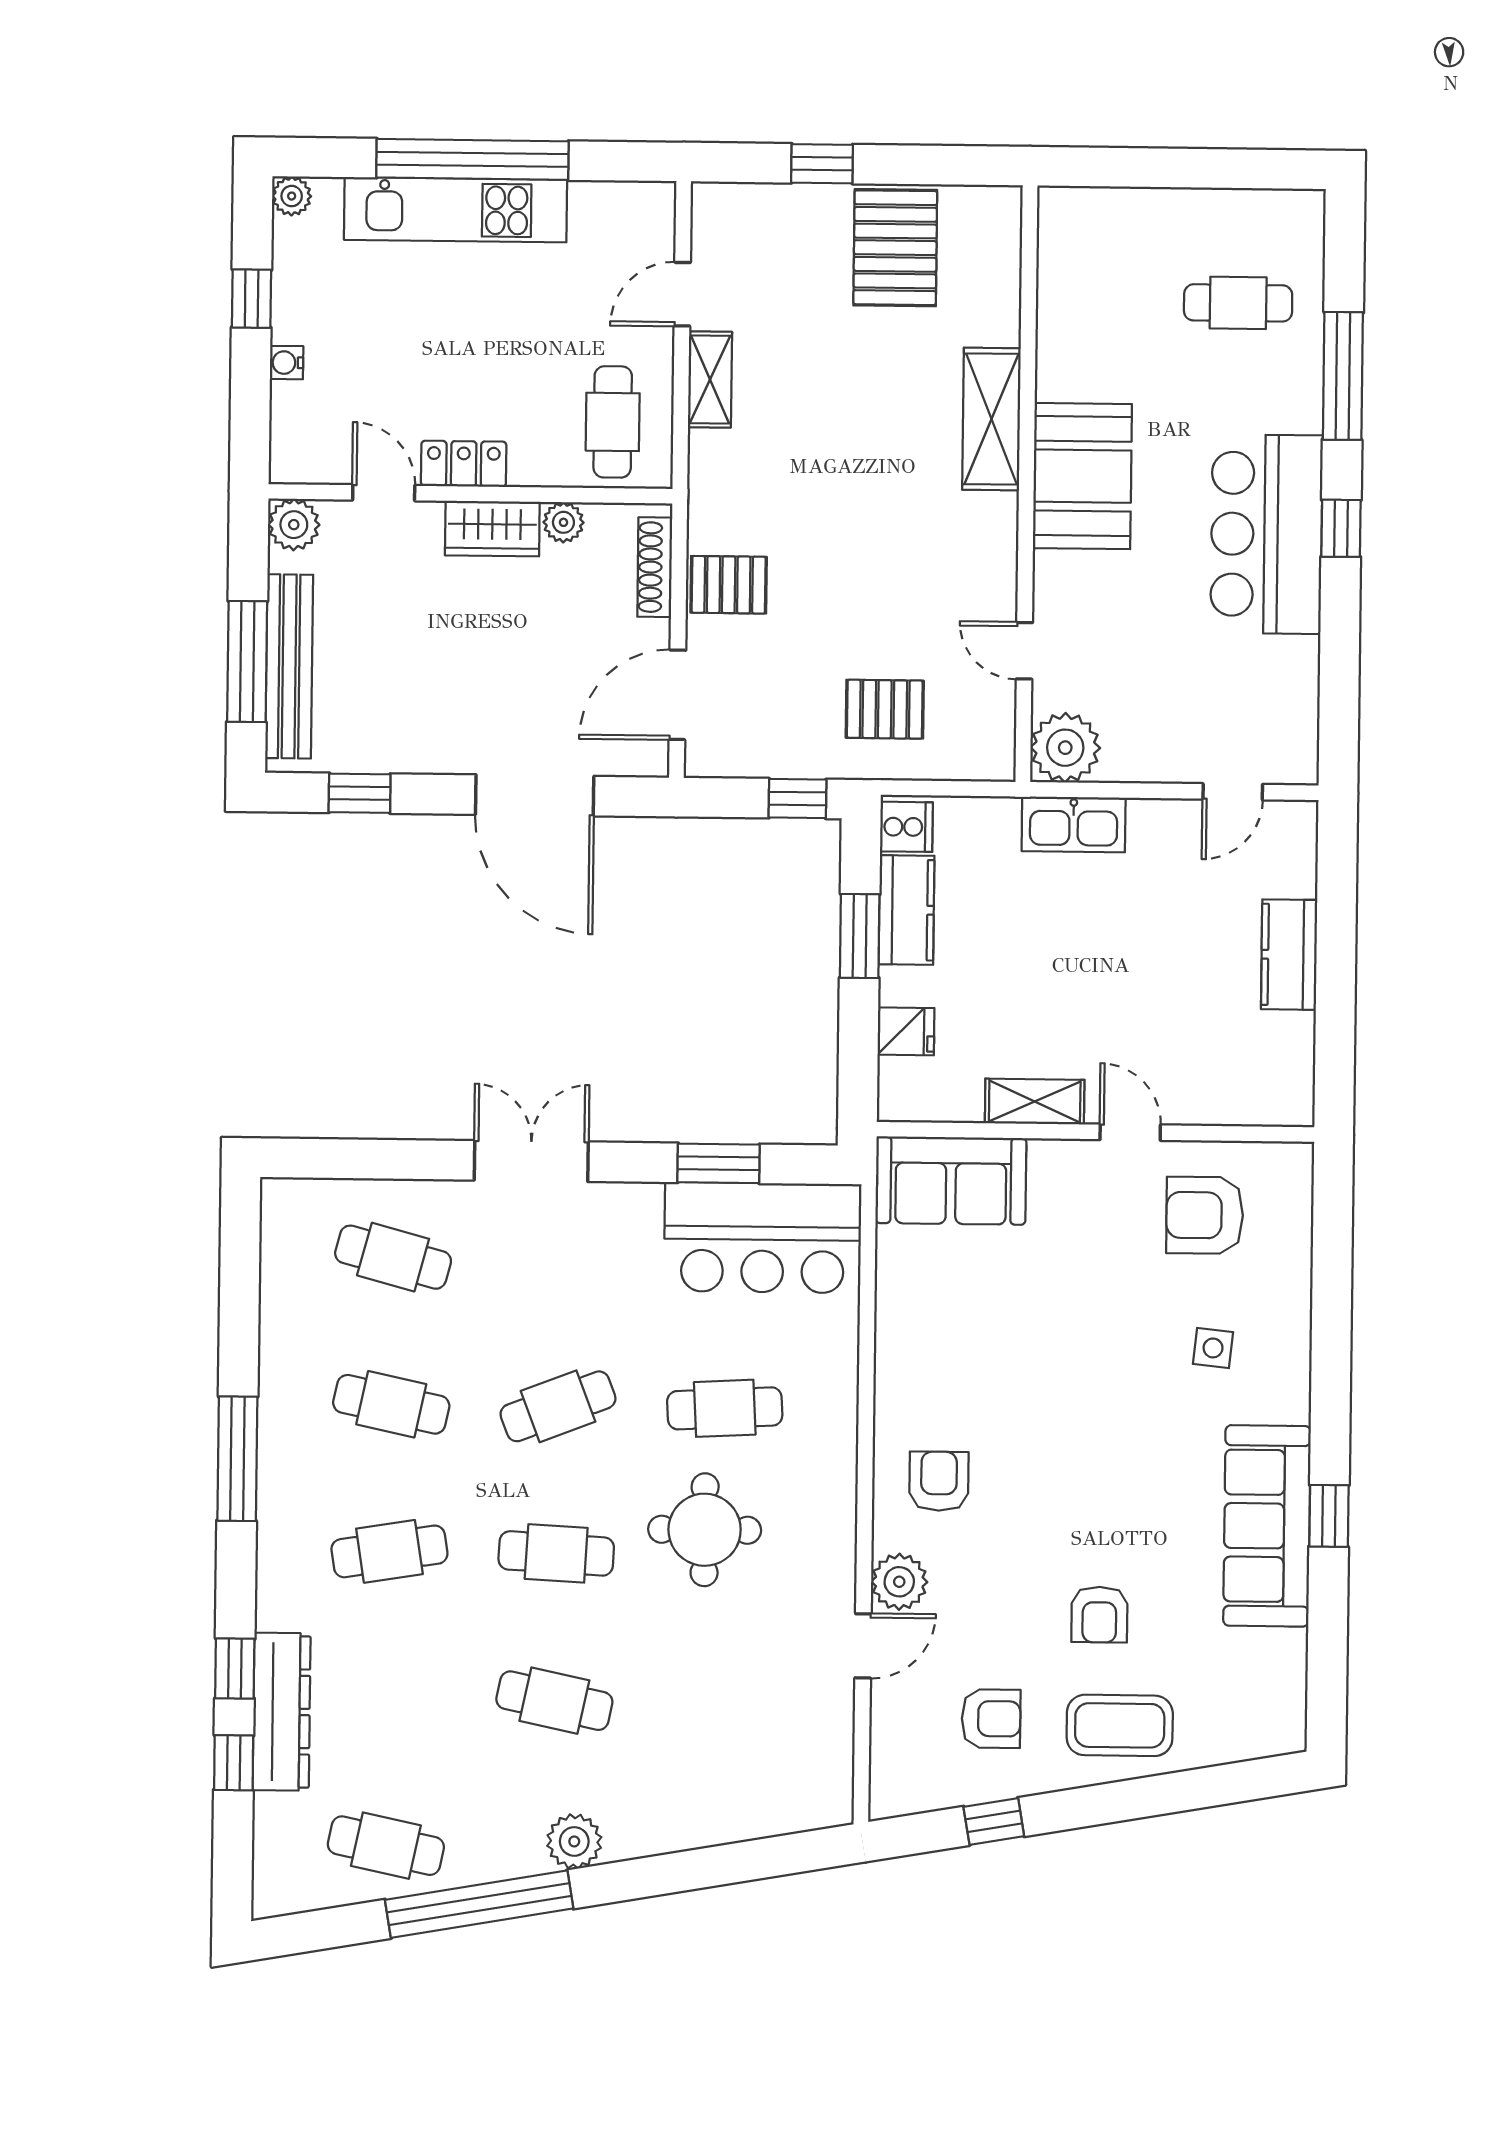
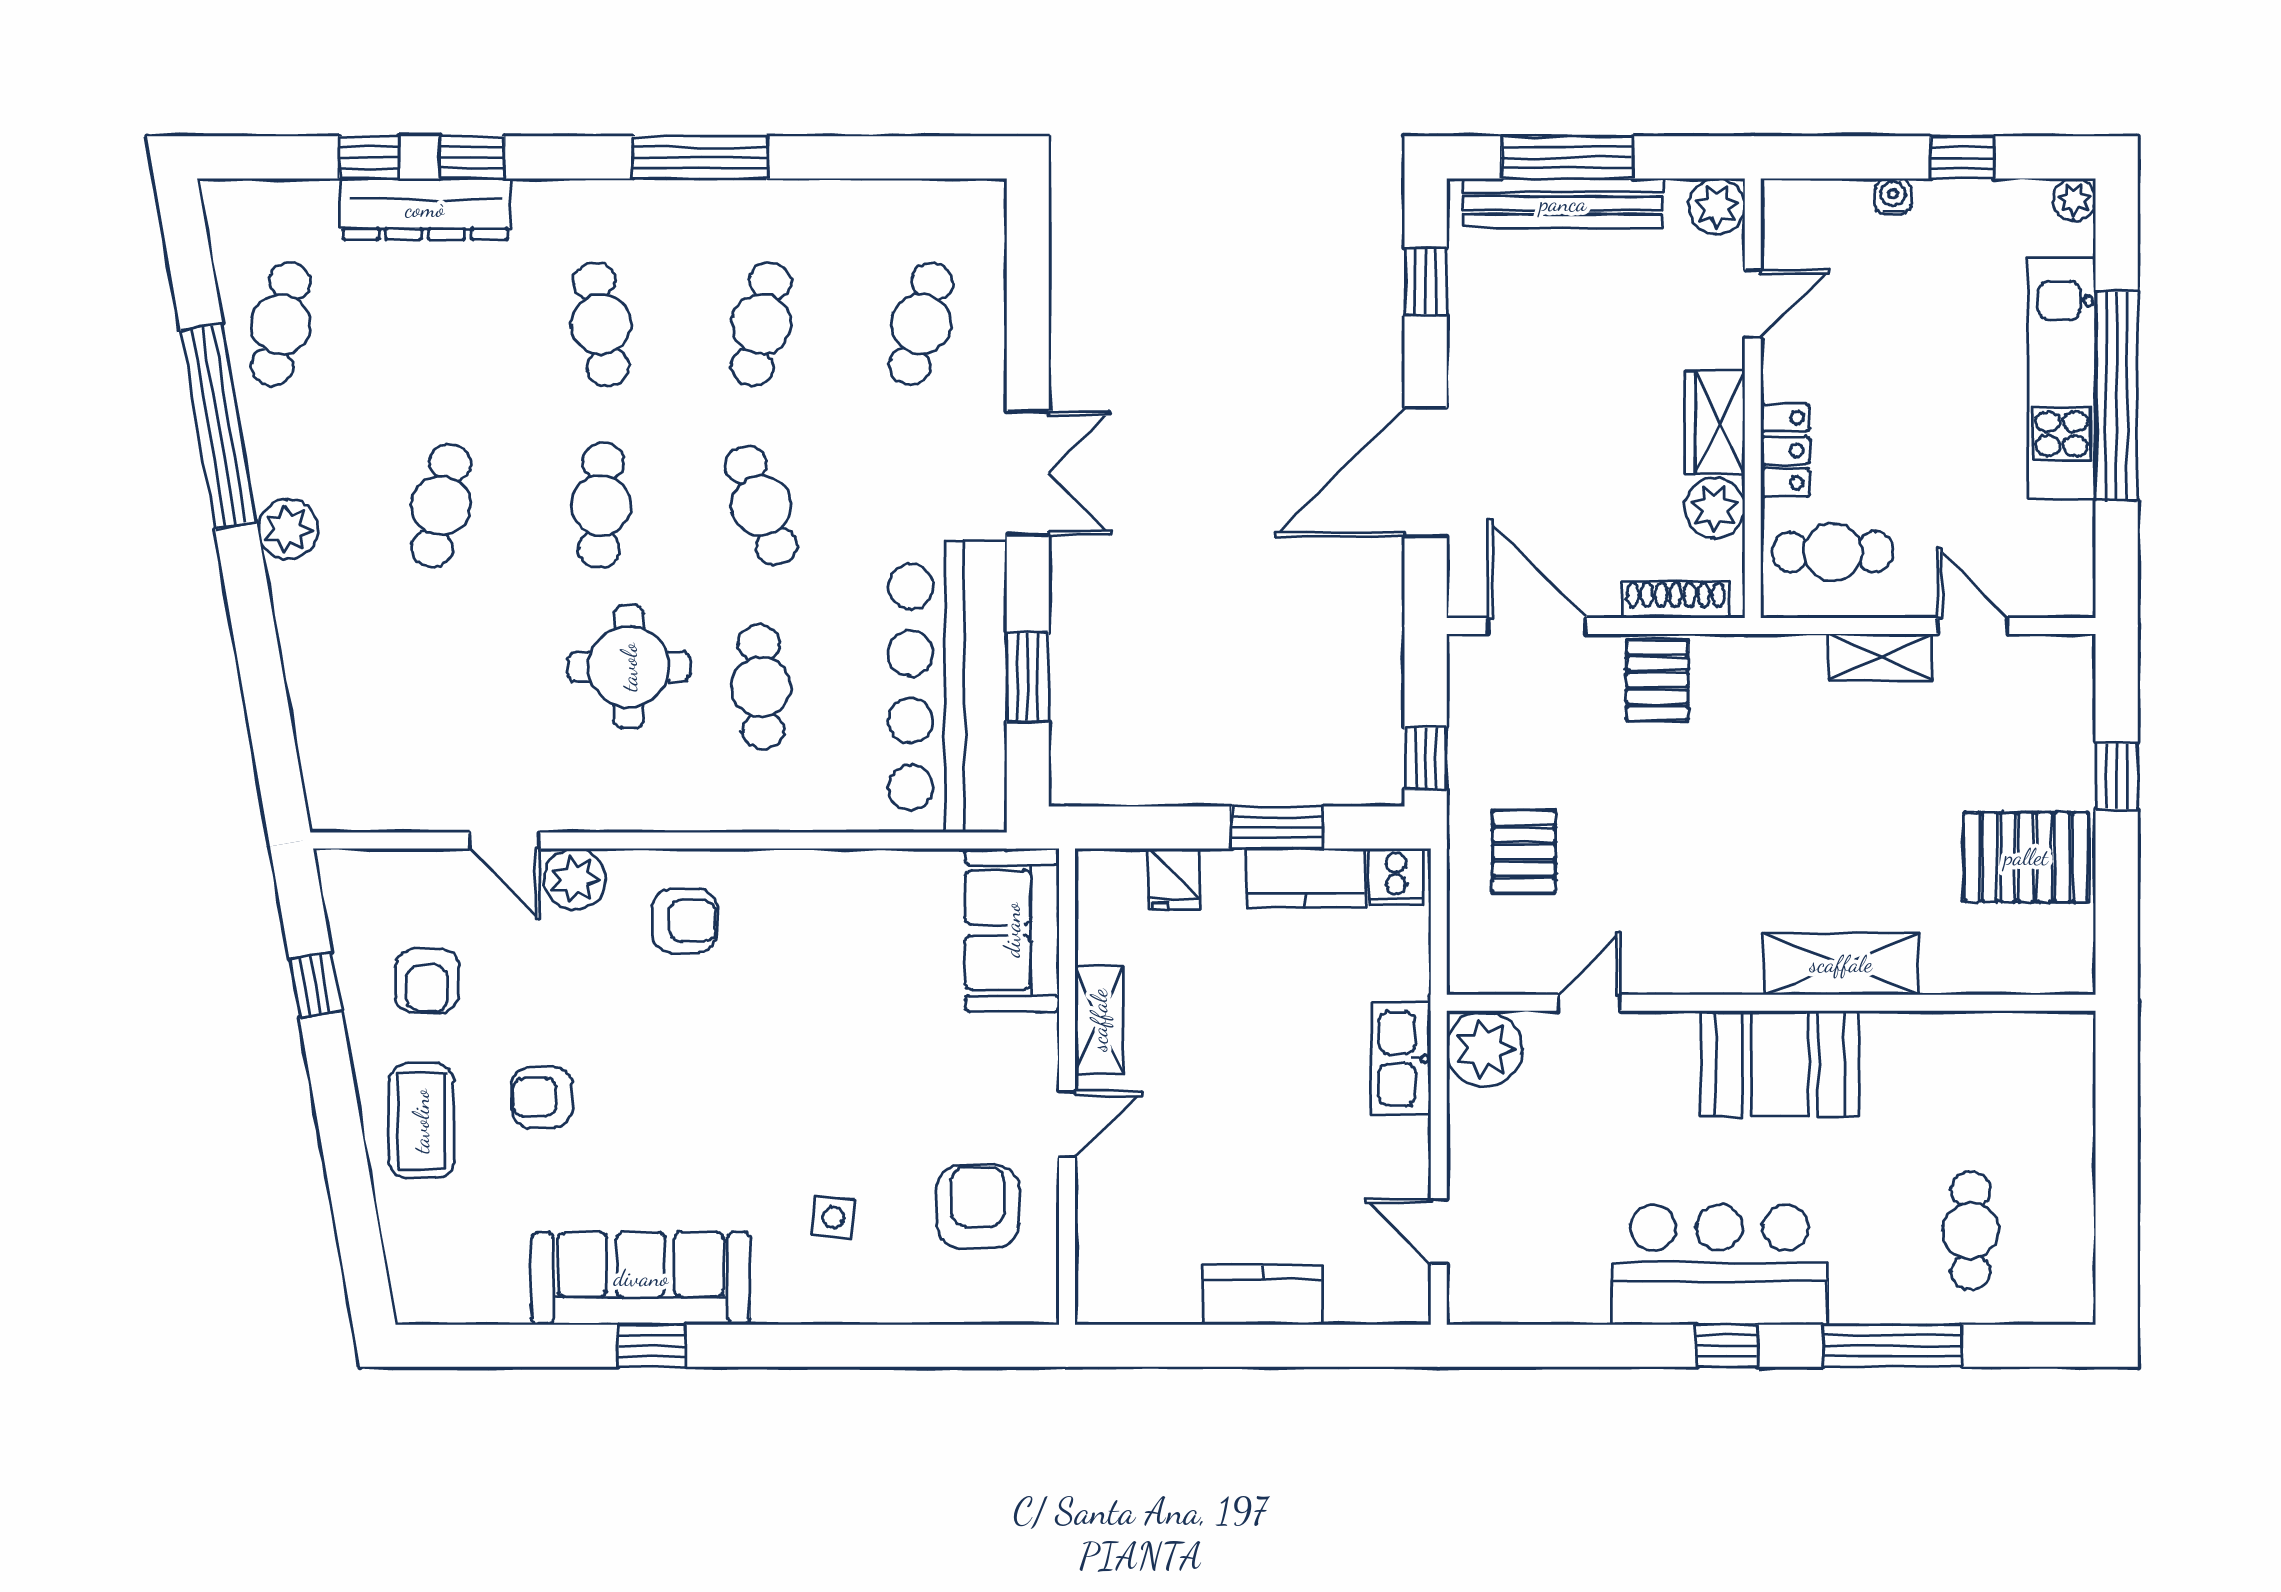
locker: (464, 464) -> (1785, 450), moved
plant: (563, 522) -> (1715, 508), width x1.38, depth x1.38
bar counter: (763, 1238) -> (947, 687), width x1.36

